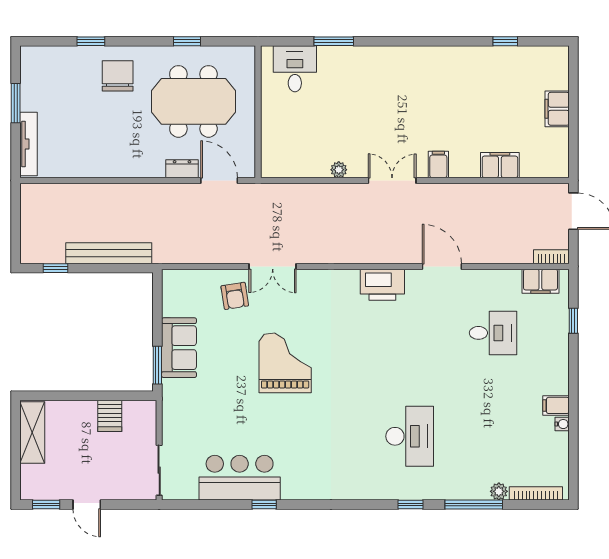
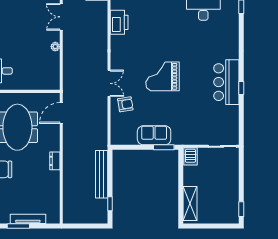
tv unit: (29, 144) -> (28, 219), moved
dresser: (182, 169) -> (55, 161), moved
server rack: (110, 416) -> (190, 156), moved, turned 90
shelving: (32, 433) -> (190, 203), moved, turned 90
bar counter: (240, 478) -> (226, 82), moved
door: (87, 504) -> (241, 187), removed

